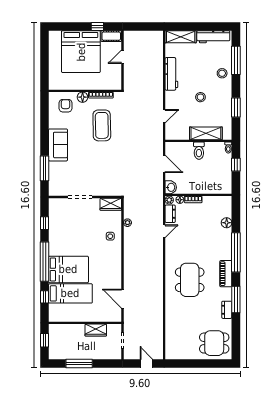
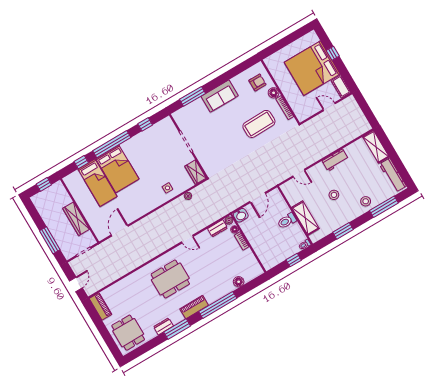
window: (97, 26) -> (333, 53), moved
workbench: (171, 74) -> (335, 160), width x0.73
door: (164, 231) -> (187, 239), moved
wardrobe: (96, 330) -> (76, 219), width x1.50
piano: (178, 354) -> (100, 307), added
window: (79, 363) -> (50, 240), moved

